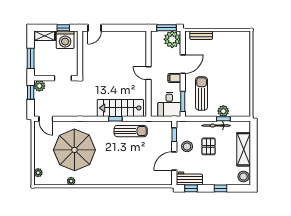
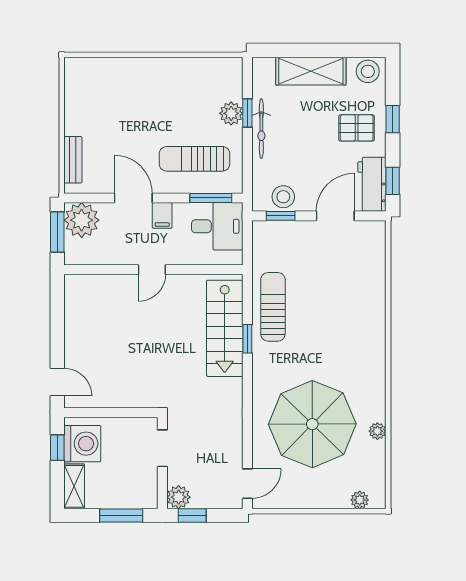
stool: (187, 146) -> (283, 197), moved
pallet: (209, 146) -> (357, 128), moved
door: (174, 161) -> (335, 216), swing flipped

